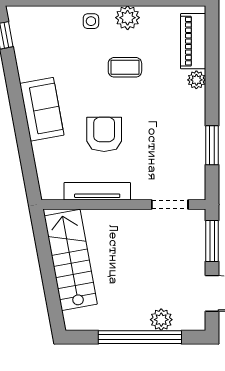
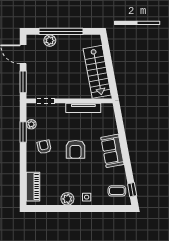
coffee table: (125, 67) -> (117, 191), moved
plant: (196, 80) -> (31, 124), moved
armchair: (172, 117) -> (44, 147), added
armchair: (104, 134) -> (75, 149), moved

